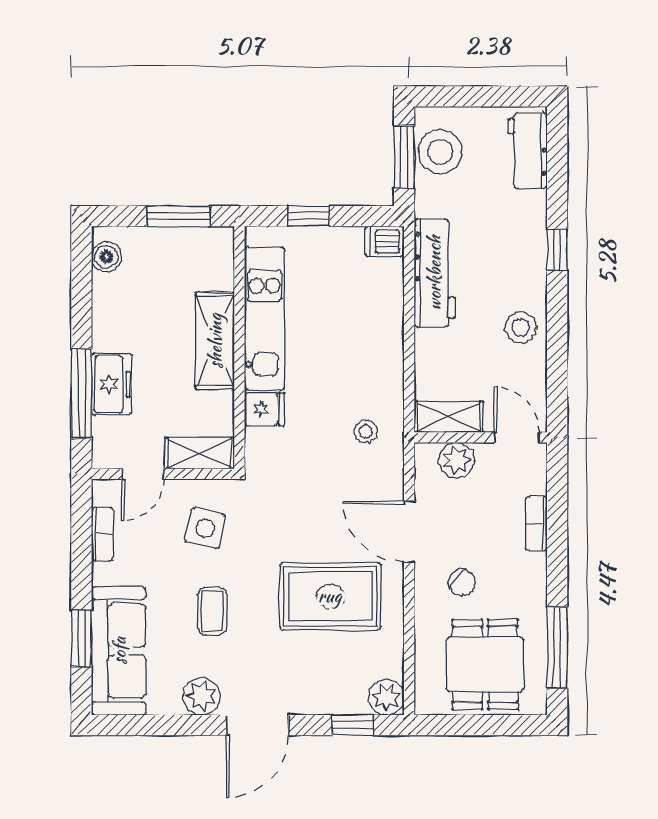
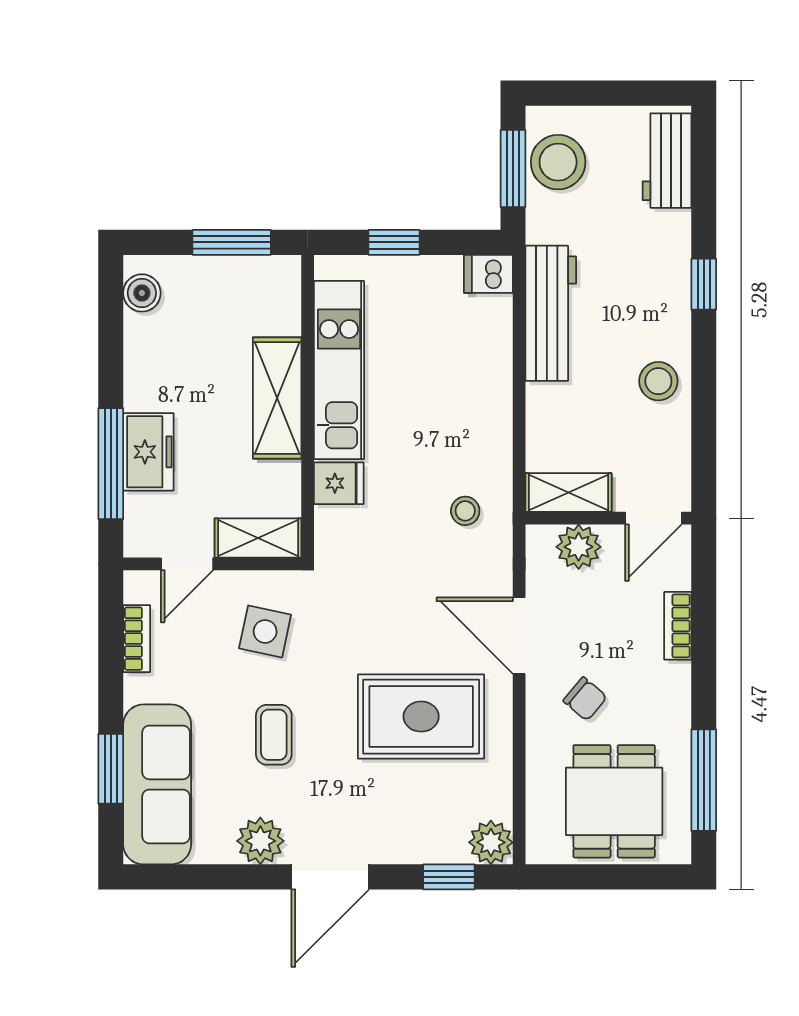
door: (517, 437) -> (653, 518), swing flipped

